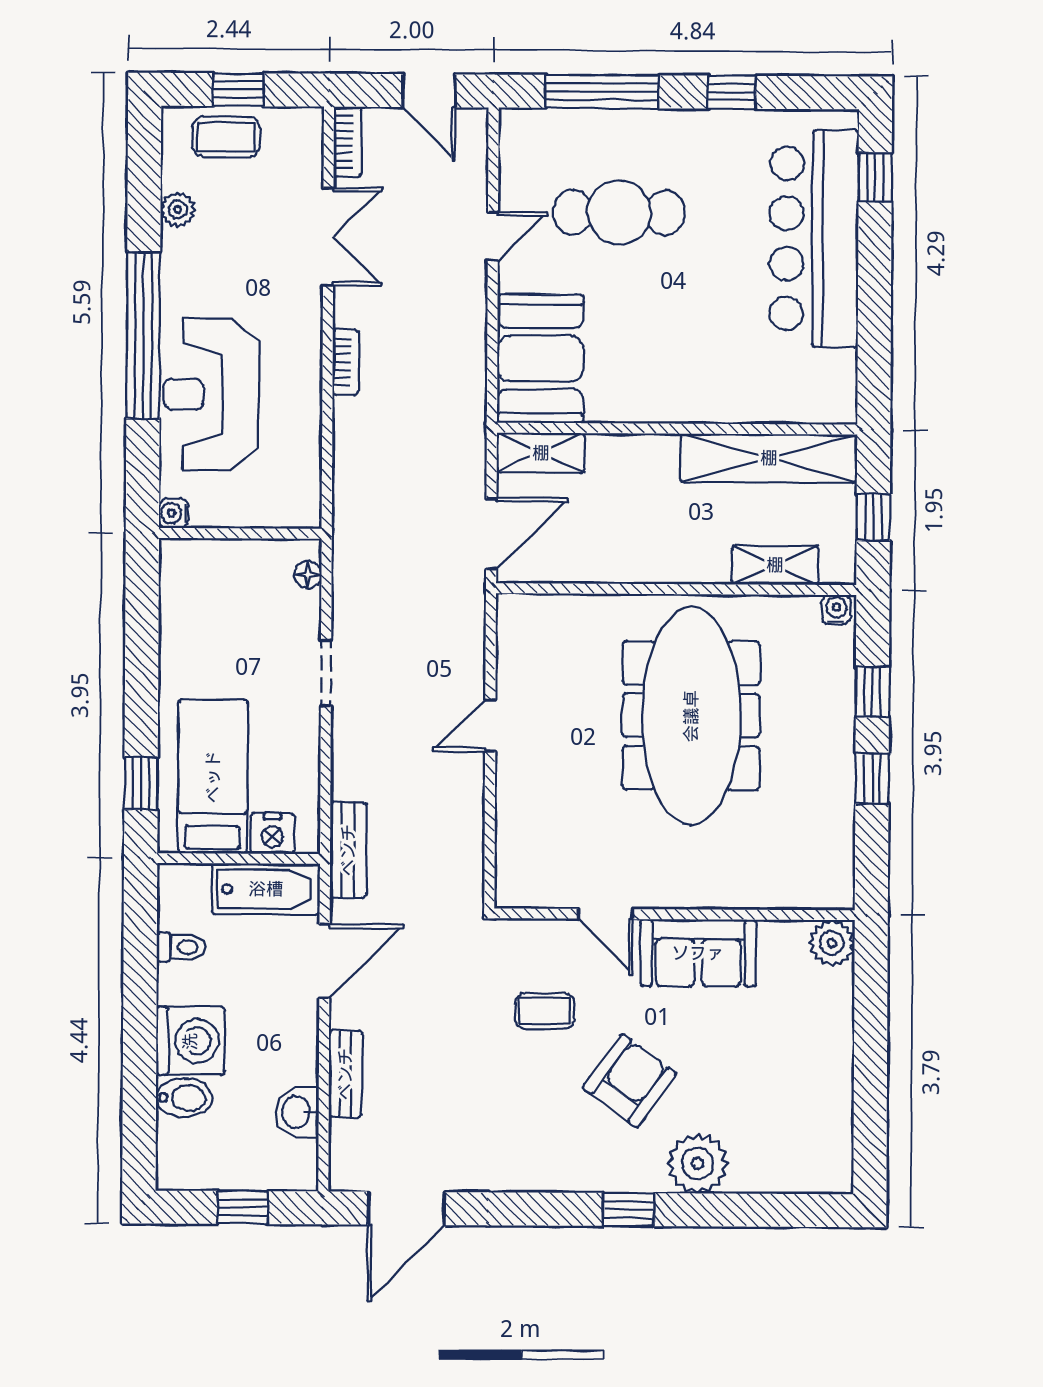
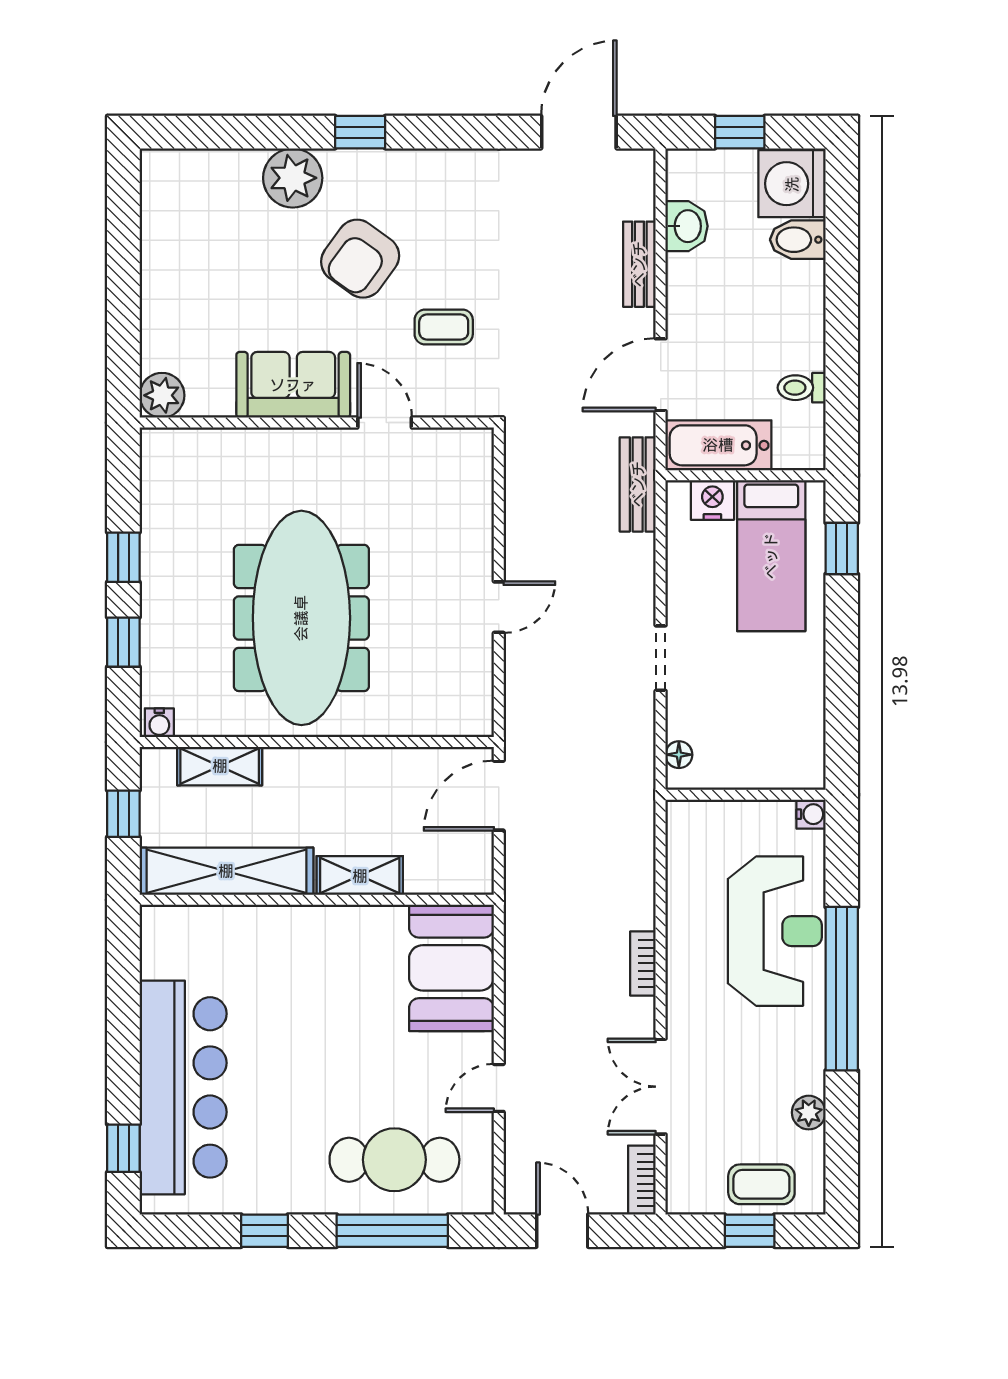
cafe table: (619, 212) -> (394, 1160), moved
shelving: (541, 453) -> (360, 876), moved
washing machine: (190, 1041) -> (792, 184), moved

